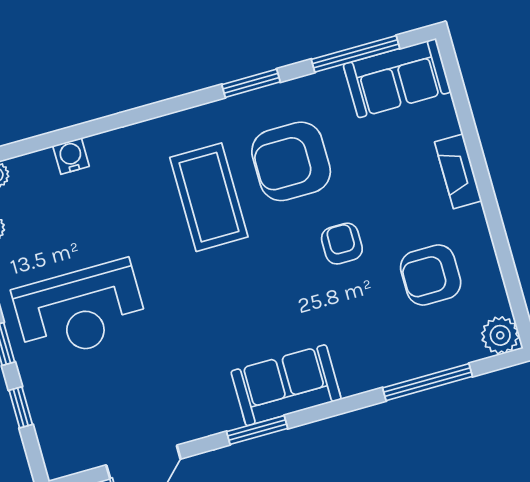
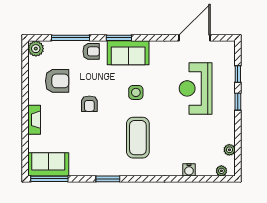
window: (355, 54) -> (49, 179), moved
armchair: (291, 161) -> (91, 51), moved, width x0.53, depth x0.53
side table: (243, 299) -> (136, 92), added
reception desk: (80, 311) -> (196, 88), moved, turned -90
window: (257, 430) -> (119, 38), moved

